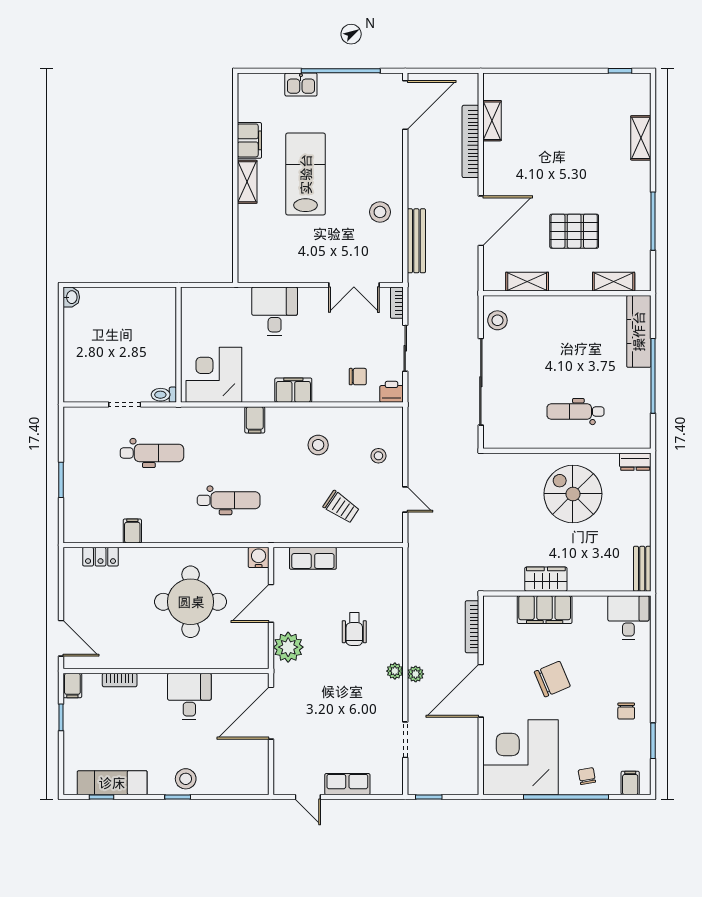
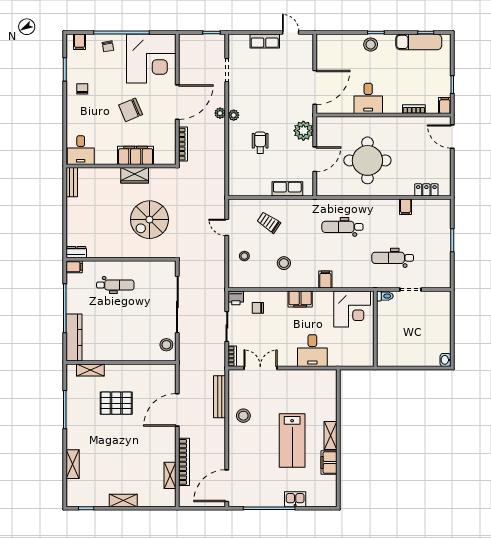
shelving: (527, 282) -> (123, 501), moved
filing cabinet: (638, 439) -> (74, 267), added
spiral stairs: (573, 494) -> (149, 220), moved, turned 90
water cooler: (259, 557) -> (323, 189), removed

